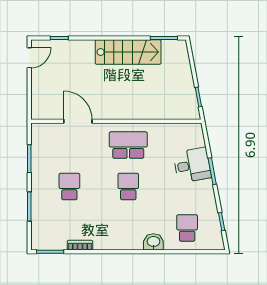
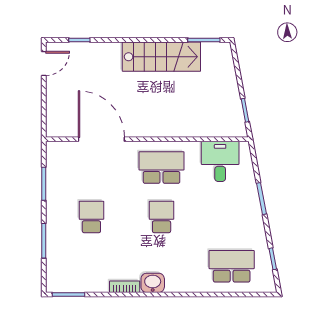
door: (78, 121) -> (101, 139), width x1.36
desk: (192, 165) -> (220, 161), moved, turned -79
school desk: (187, 228) -> (232, 266), width x1.85
washbasin: (153, 242) -> (153, 283), moved
bookcase: (80, 245) -> (125, 287), moved

